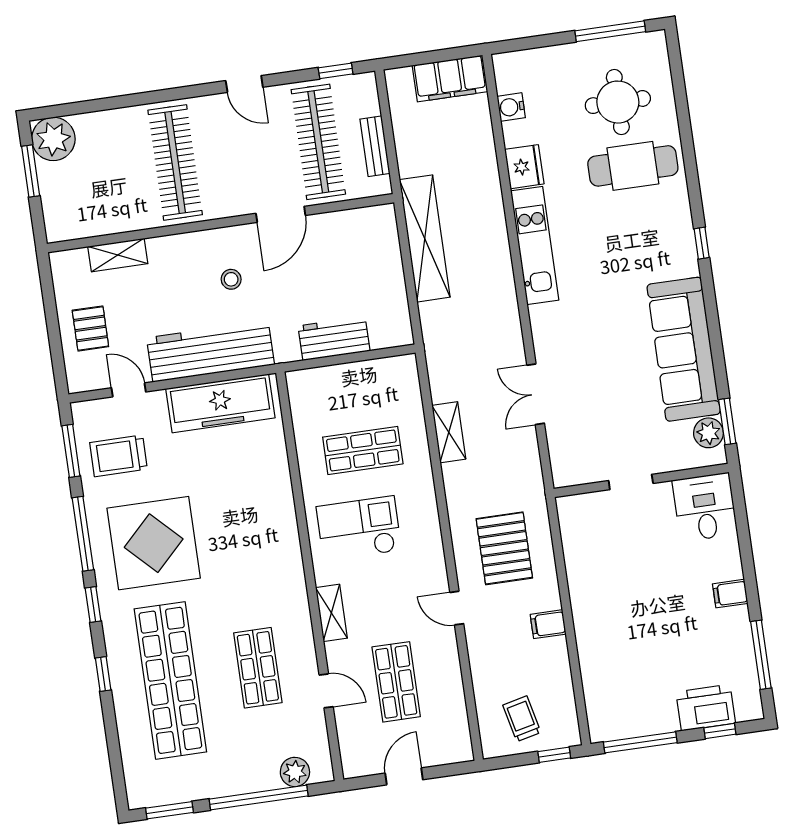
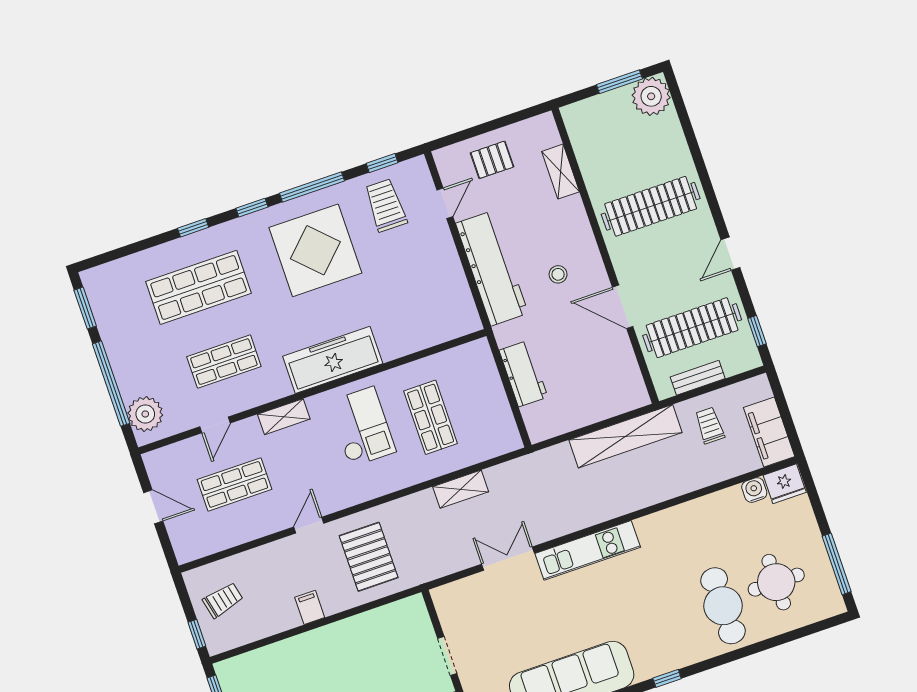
trolley: (430, 143) -> (710, 425), added
fridge: (524, 167) -> (785, 484), moved
kitchen unit: (535, 245) -> (588, 550), moved
freezer: (220, 403) -> (333, 360), moved, turned 90
window: (71, 451) -> (382, 163), width x0.67
pallet: (504, 548) -> (369, 557), turned 90
shop shelf: (170, 680) -> (199, 287), width x0.71
plant: (295, 772) -> (145, 414), width x1.36, depth x1.36

